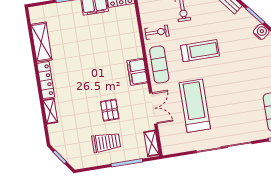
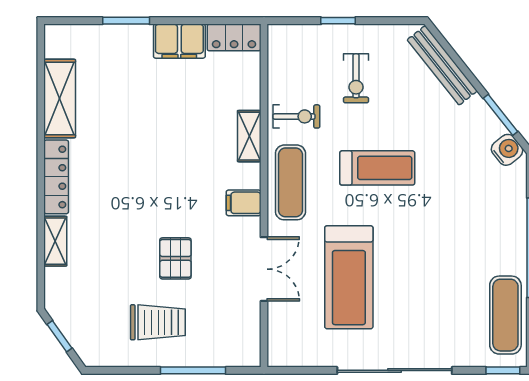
filing cabinet: (137, 72) -> (244, 203), width x0.50
treadmill: (195, 106) -> (349, 277), turned 180
shelving: (152, 143) -> (249, 136), moved

